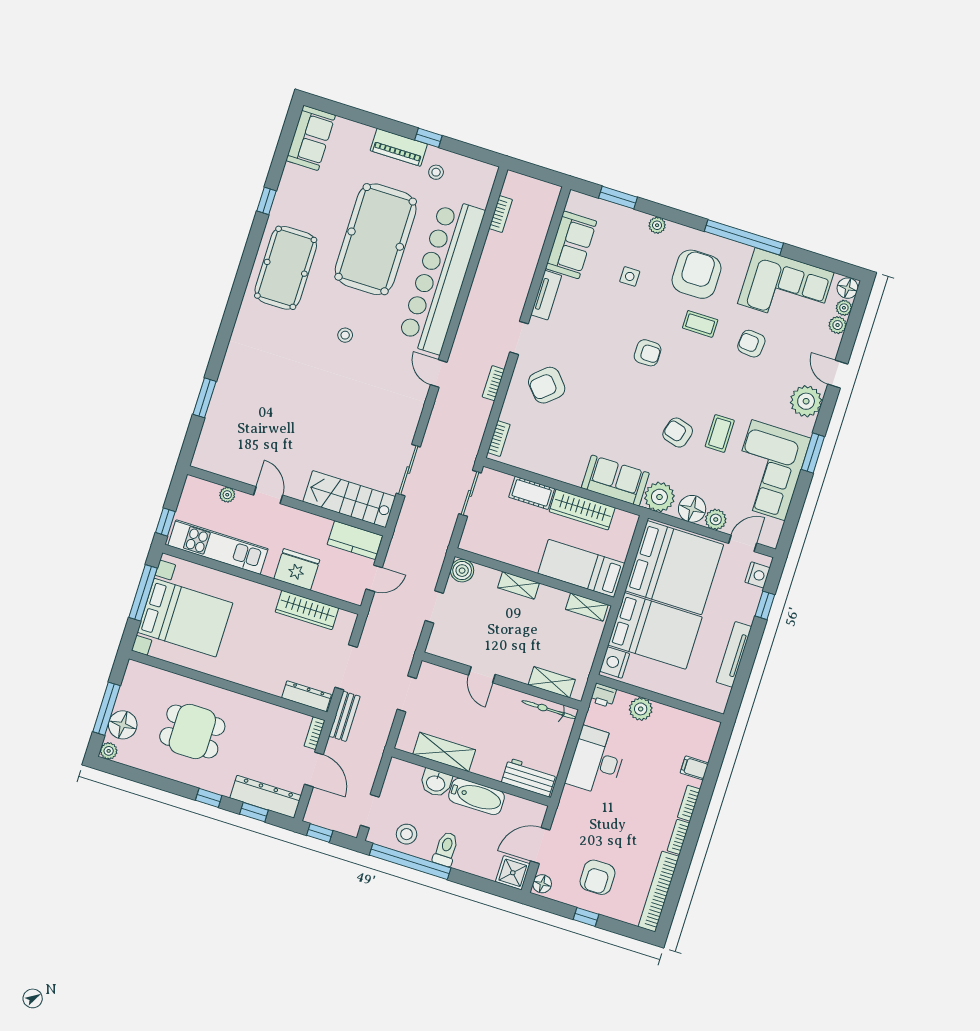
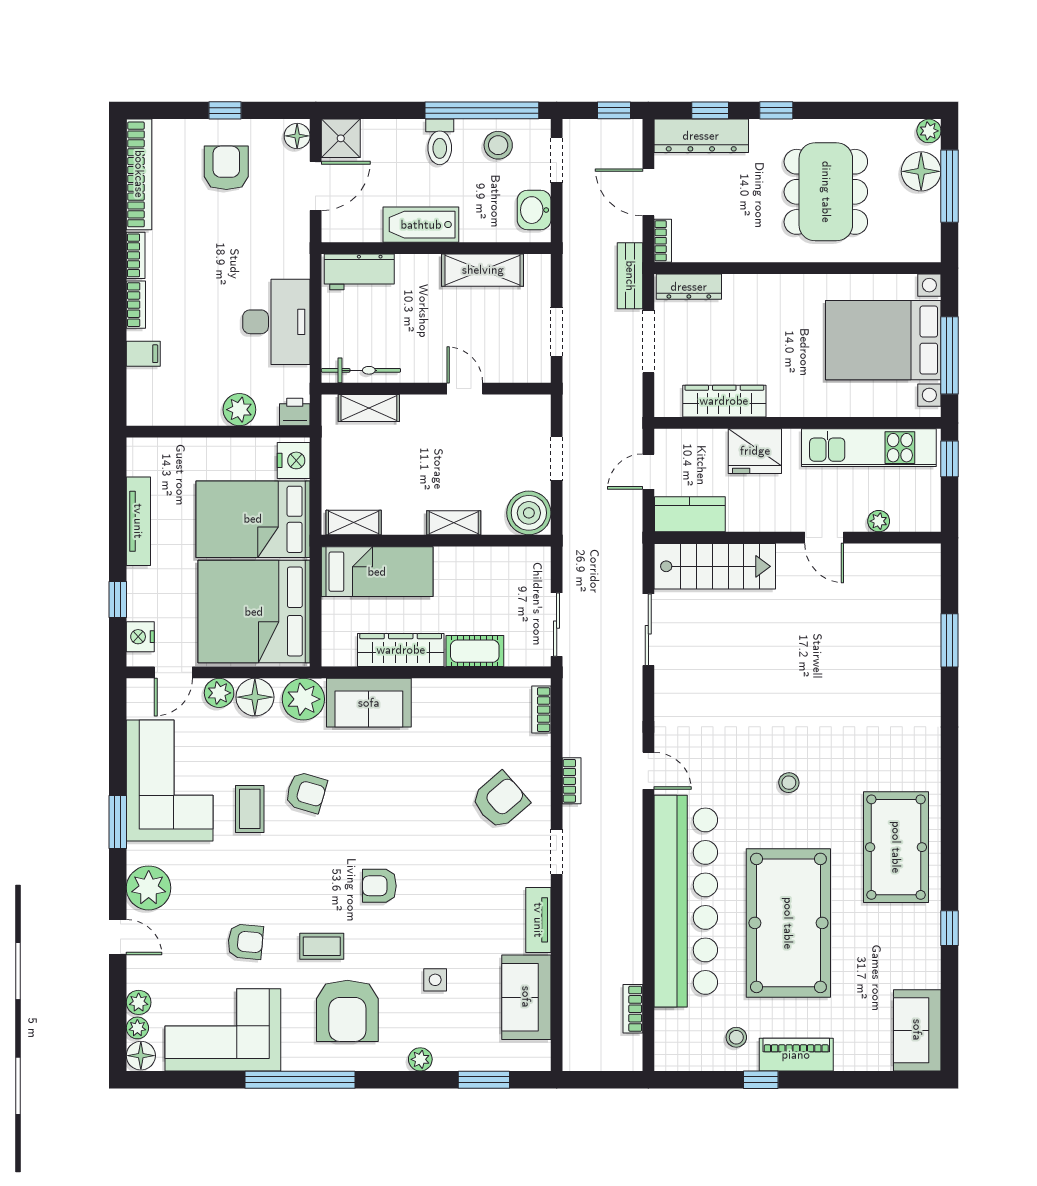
boiler: (462, 571) -> (529, 513), width x1.37, depth x1.37
dining table: (192, 731) -> (826, 192), width x1.38
washbasin: (436, 783) -> (534, 210), moved, turned -90

